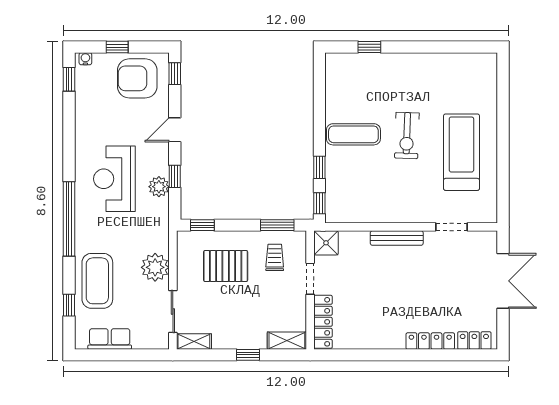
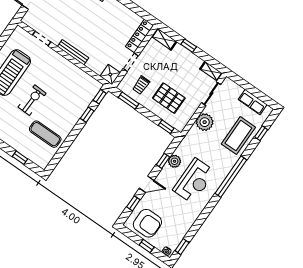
window: (175, 74) -> (133, 203), moved
exercise mat: (353, 134) -> (45, 134), moved

